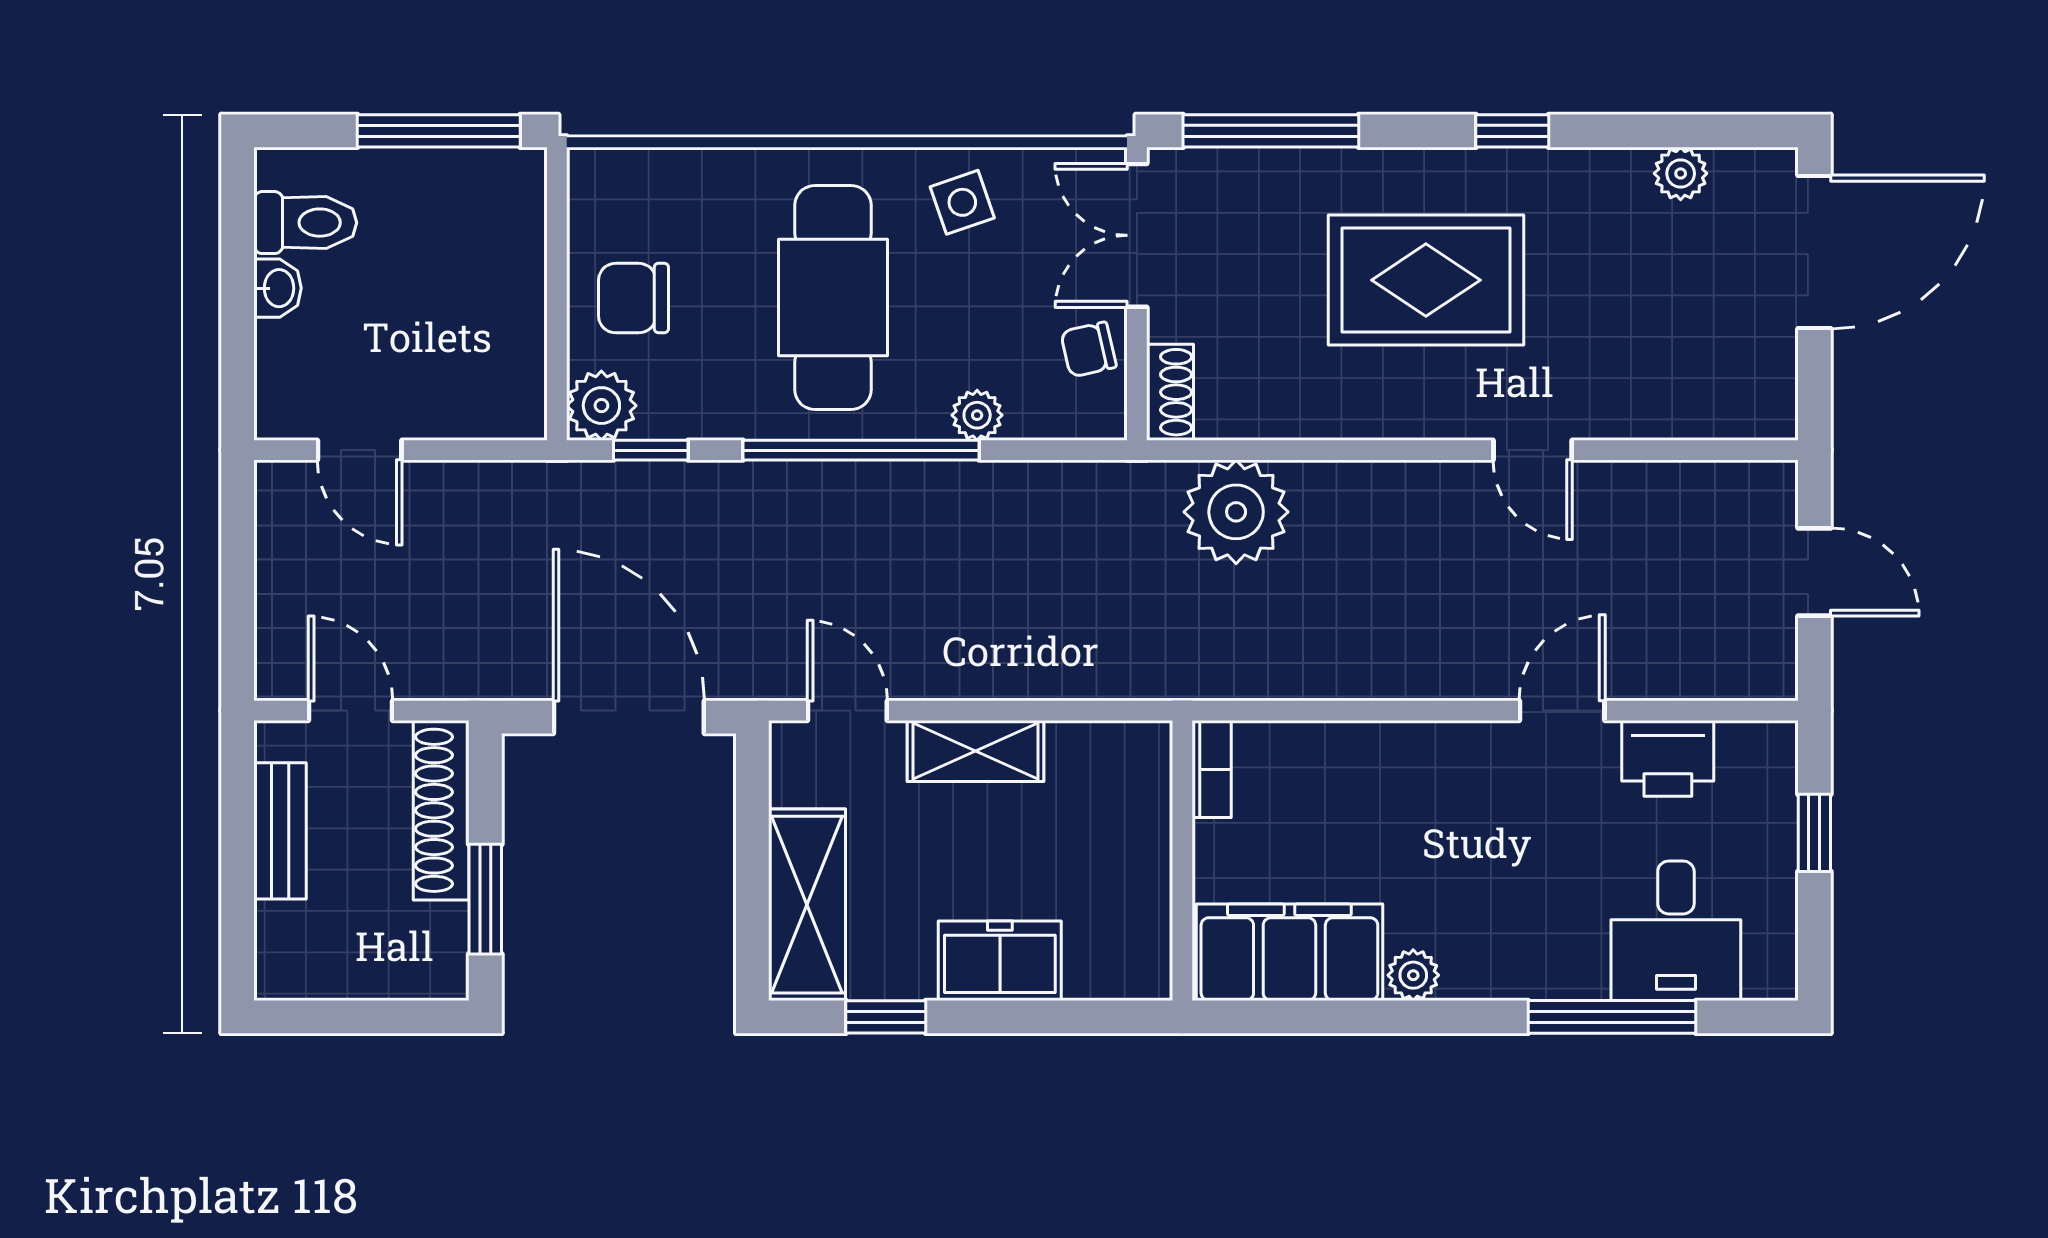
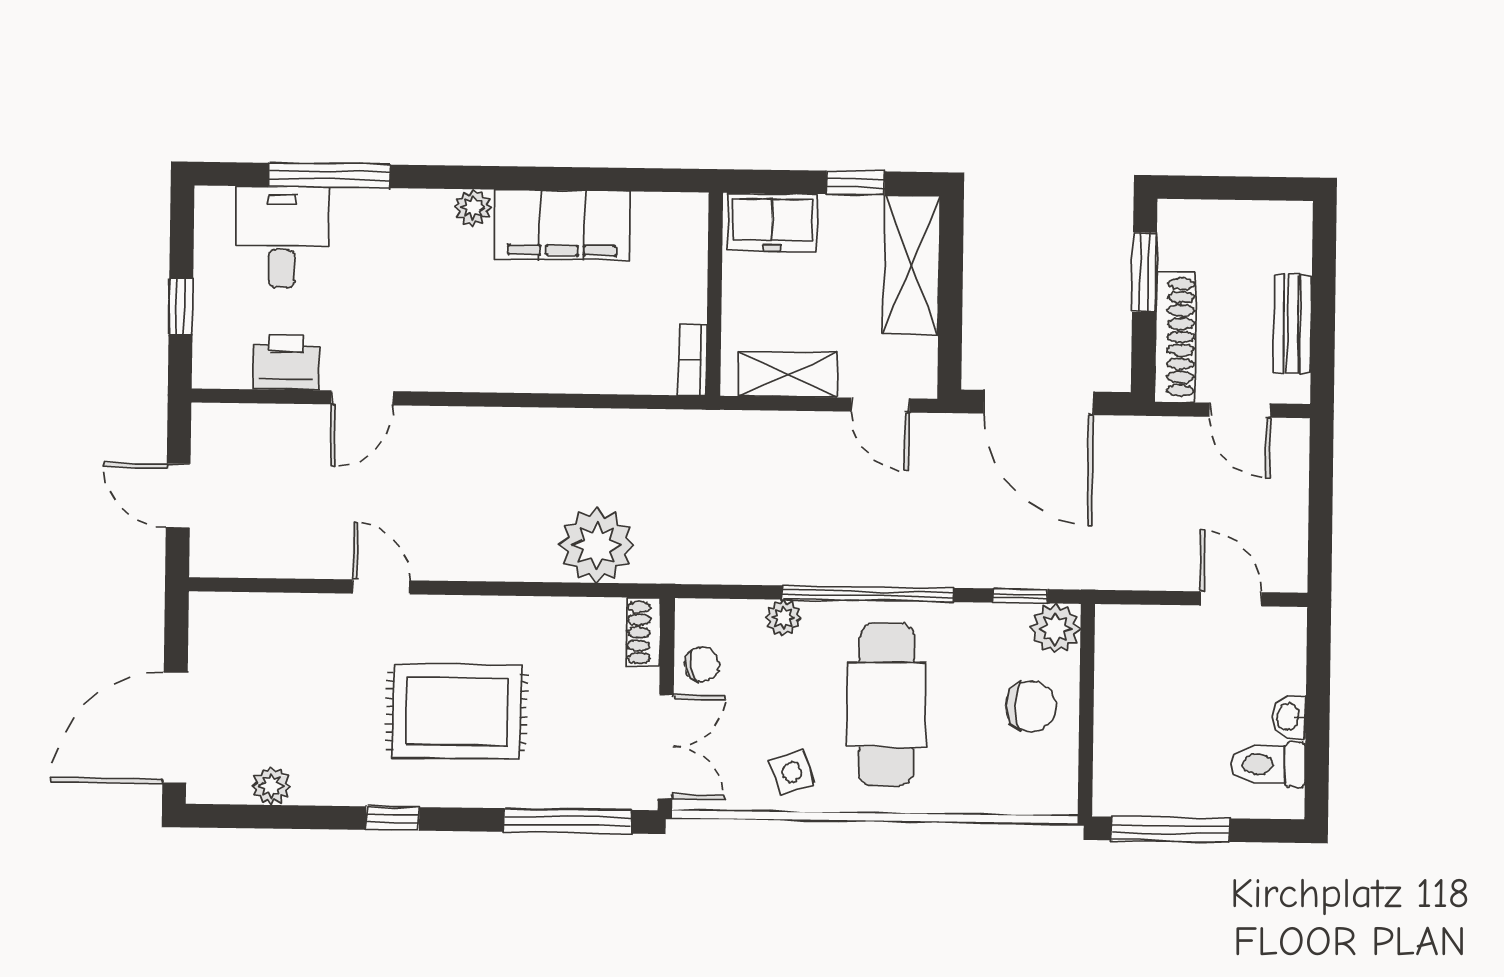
bookcase: (1212, 769) -> (692, 360), moved
wall: (1182, 861) -> (715, 294), moved

